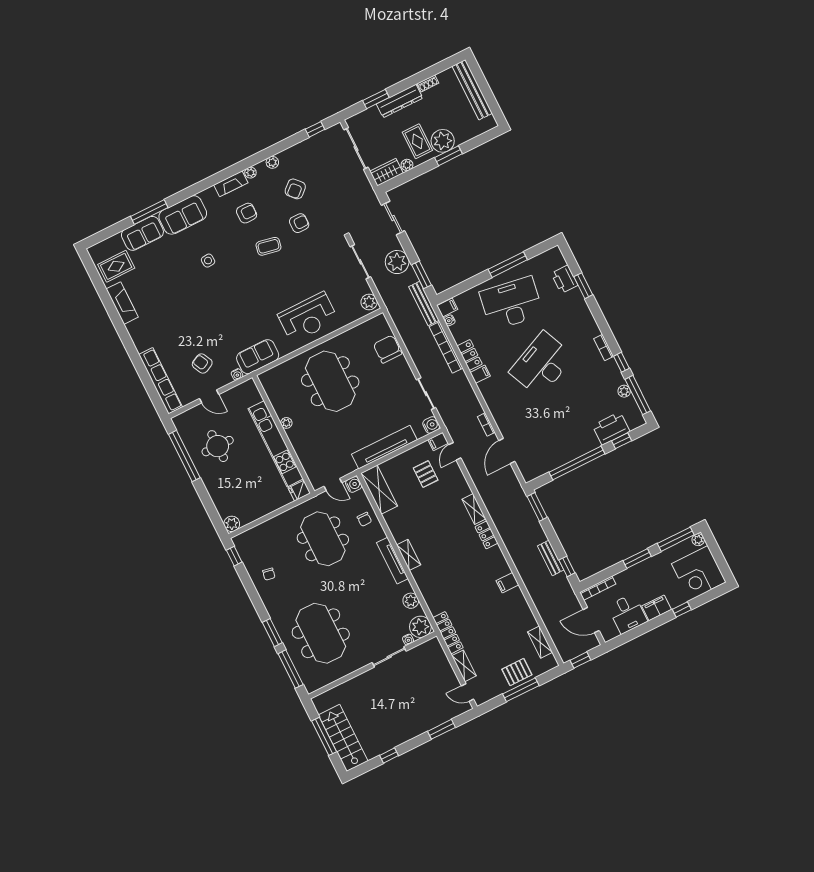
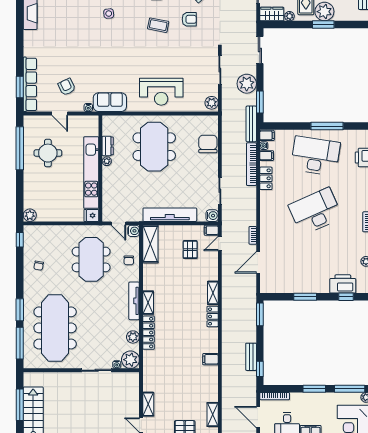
filing cabinet: (480, 374) -> (267, 156), moved
window: (151, 389) -> (20, 87), added
dresser: (279, 406) -> (108, 146), added
window: (577, 463) -> (305, 297), width x0.47
meeting table: (321, 633) -> (55, 328), width x1.36
locker: (448, 633) -> (149, 333), moved

